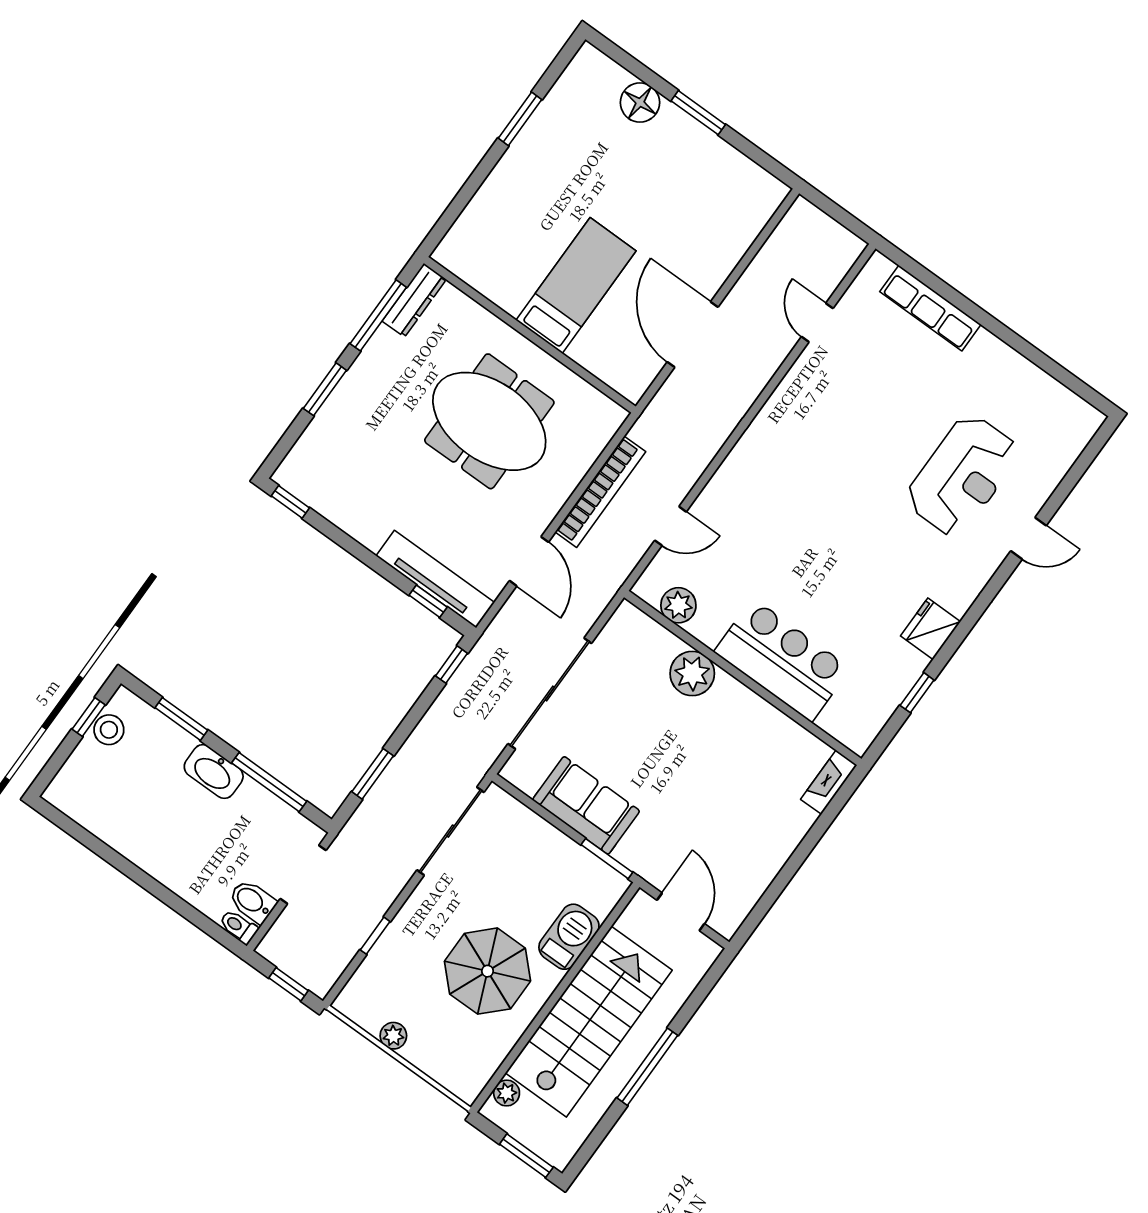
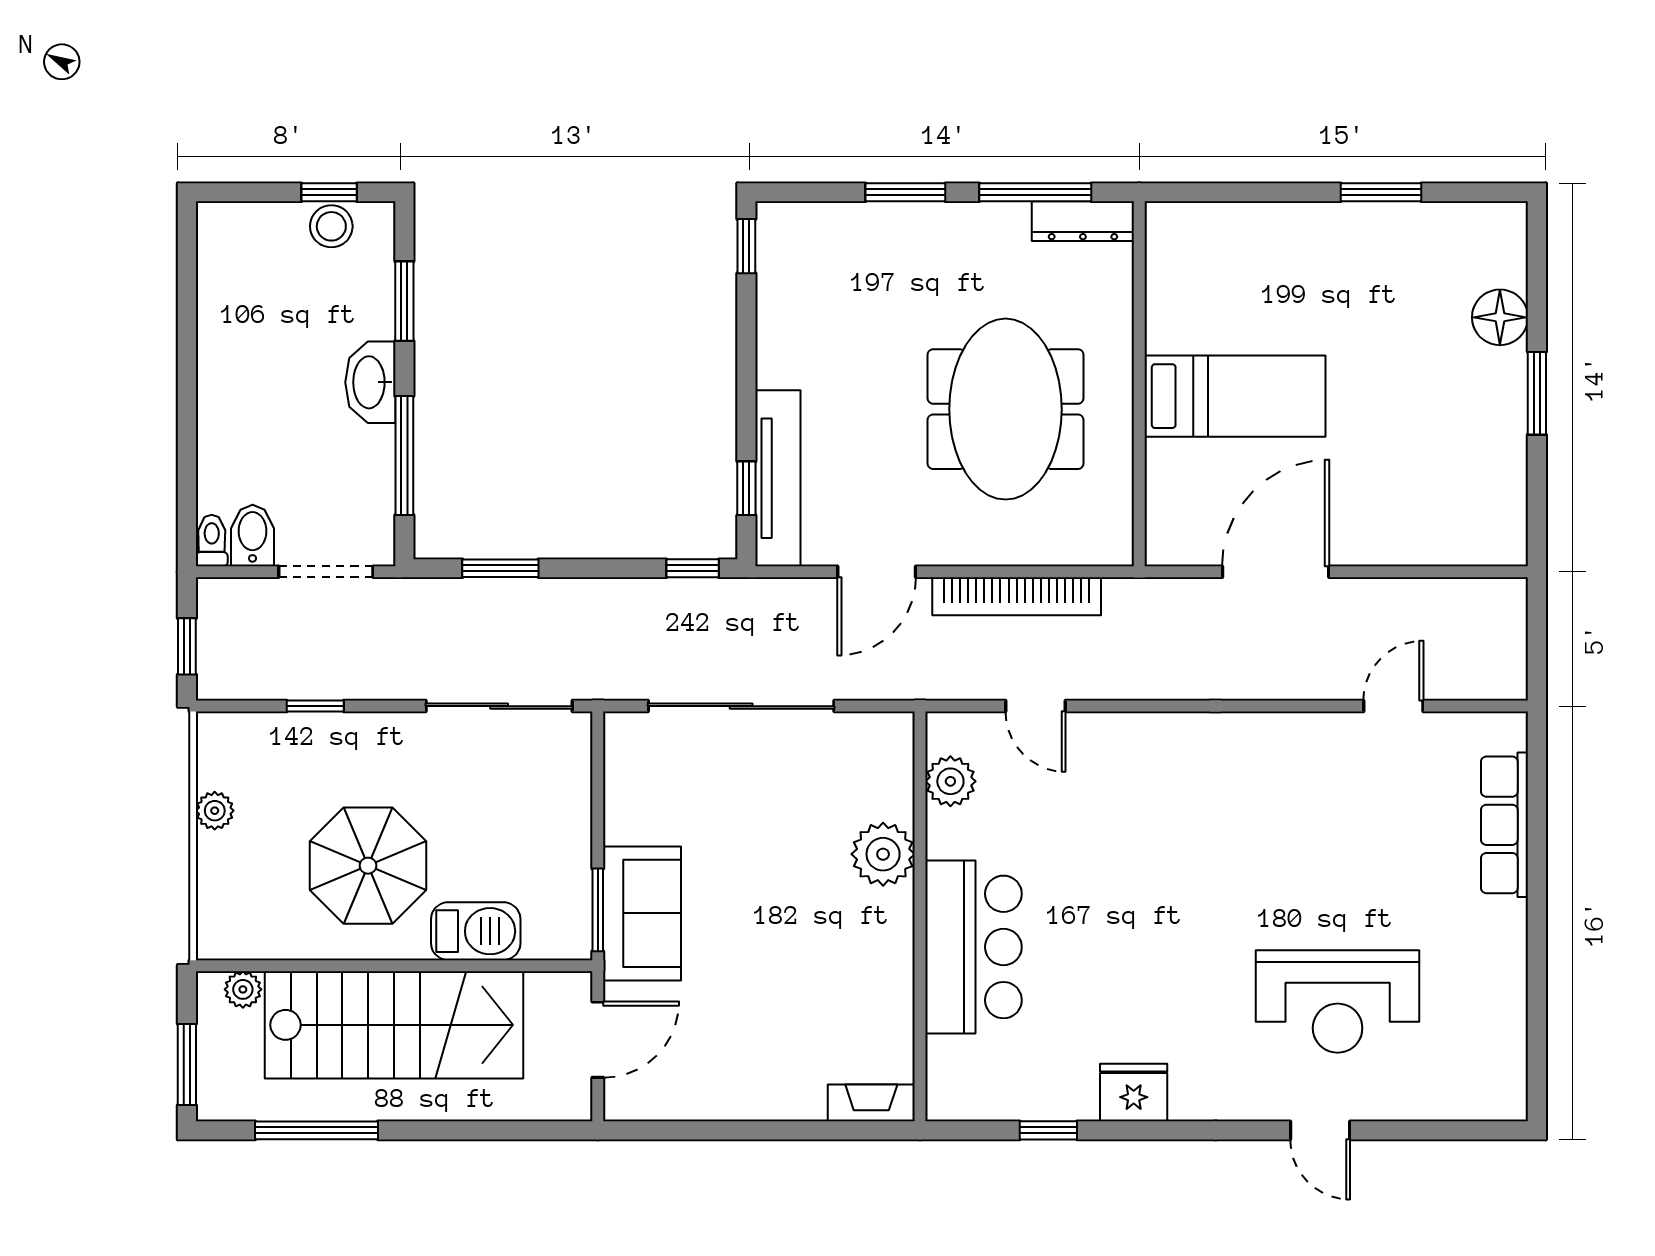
sofa: (586, 805) -> (642, 913), moved
window: (647, 1067) -> (317, 1130), moved

